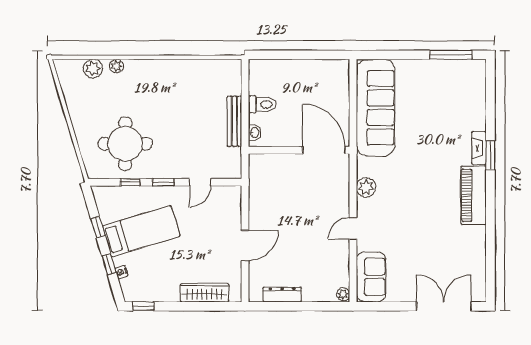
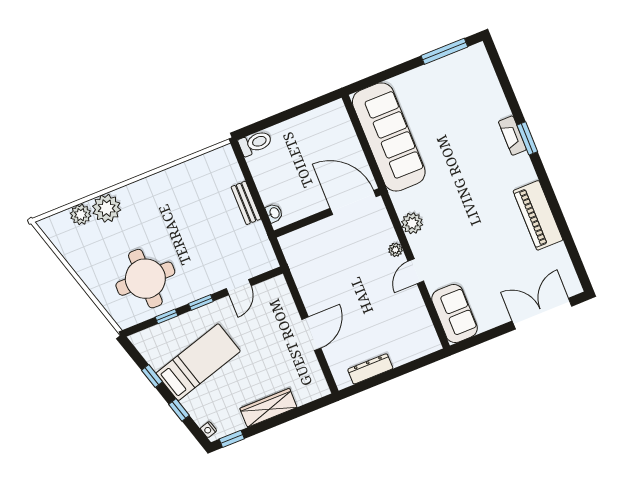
plant: (117, 66) -> (107, 208), width x1.87, depth x1.87
toilet: (262, 104) -> (255, 143), moved
bench: (234, 121) -> (246, 203), width x0.73
piano: (474, 195) -> (538, 215), moved
nightstand: (121, 272) -> (208, 430), moved
wardrobe: (205, 293) -> (268, 408), moved
plant: (343, 294) -> (395, 250), moved

